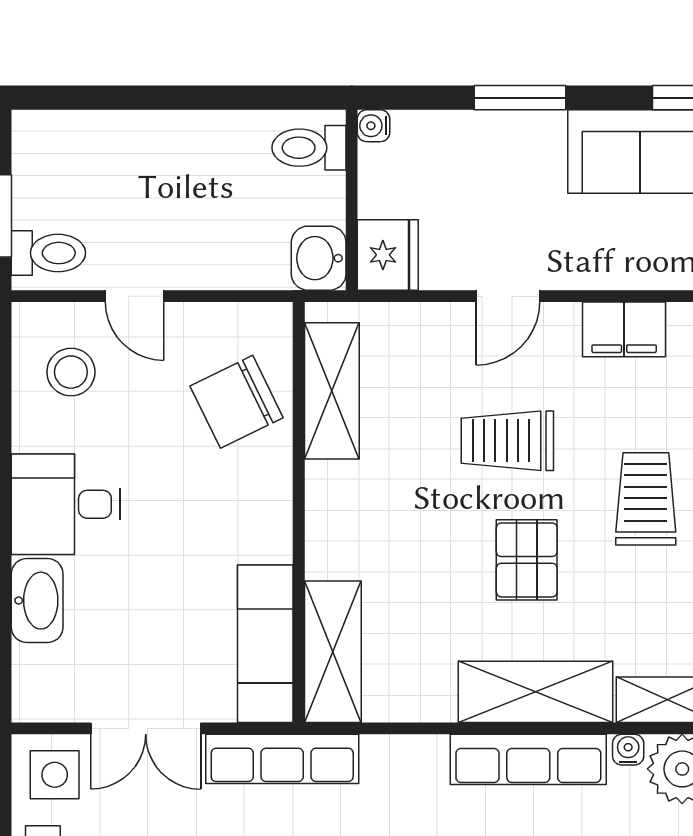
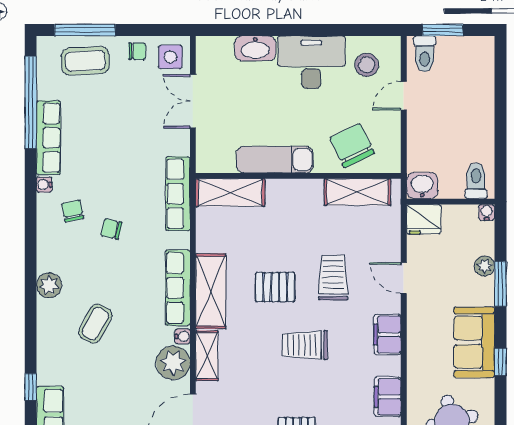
plant: (483, 130) -> (485, 266), added
trolley: (646, 499) -> (305, 345), turned 180
desk: (66, 504) -> (311, 62), width x1.37
exam couch: (265, 644) -> (275, 160), moved
row of seats: (282, 759) -> (178, 194), moved

